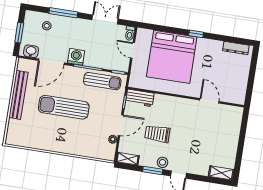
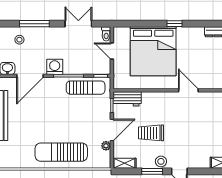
door: (209, 101) -> (188, 90), moved
sun lounger: (64, 107) -> (61, 152), moved

